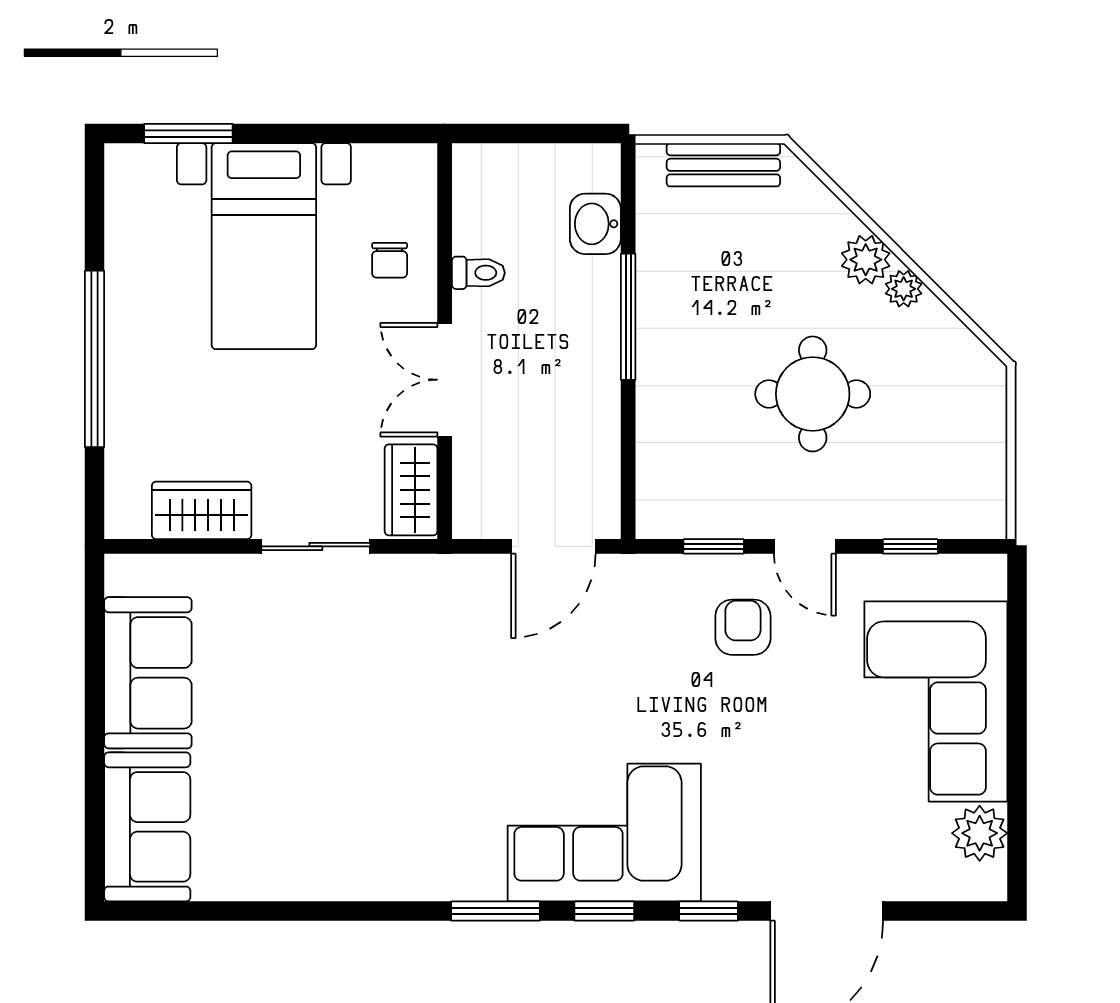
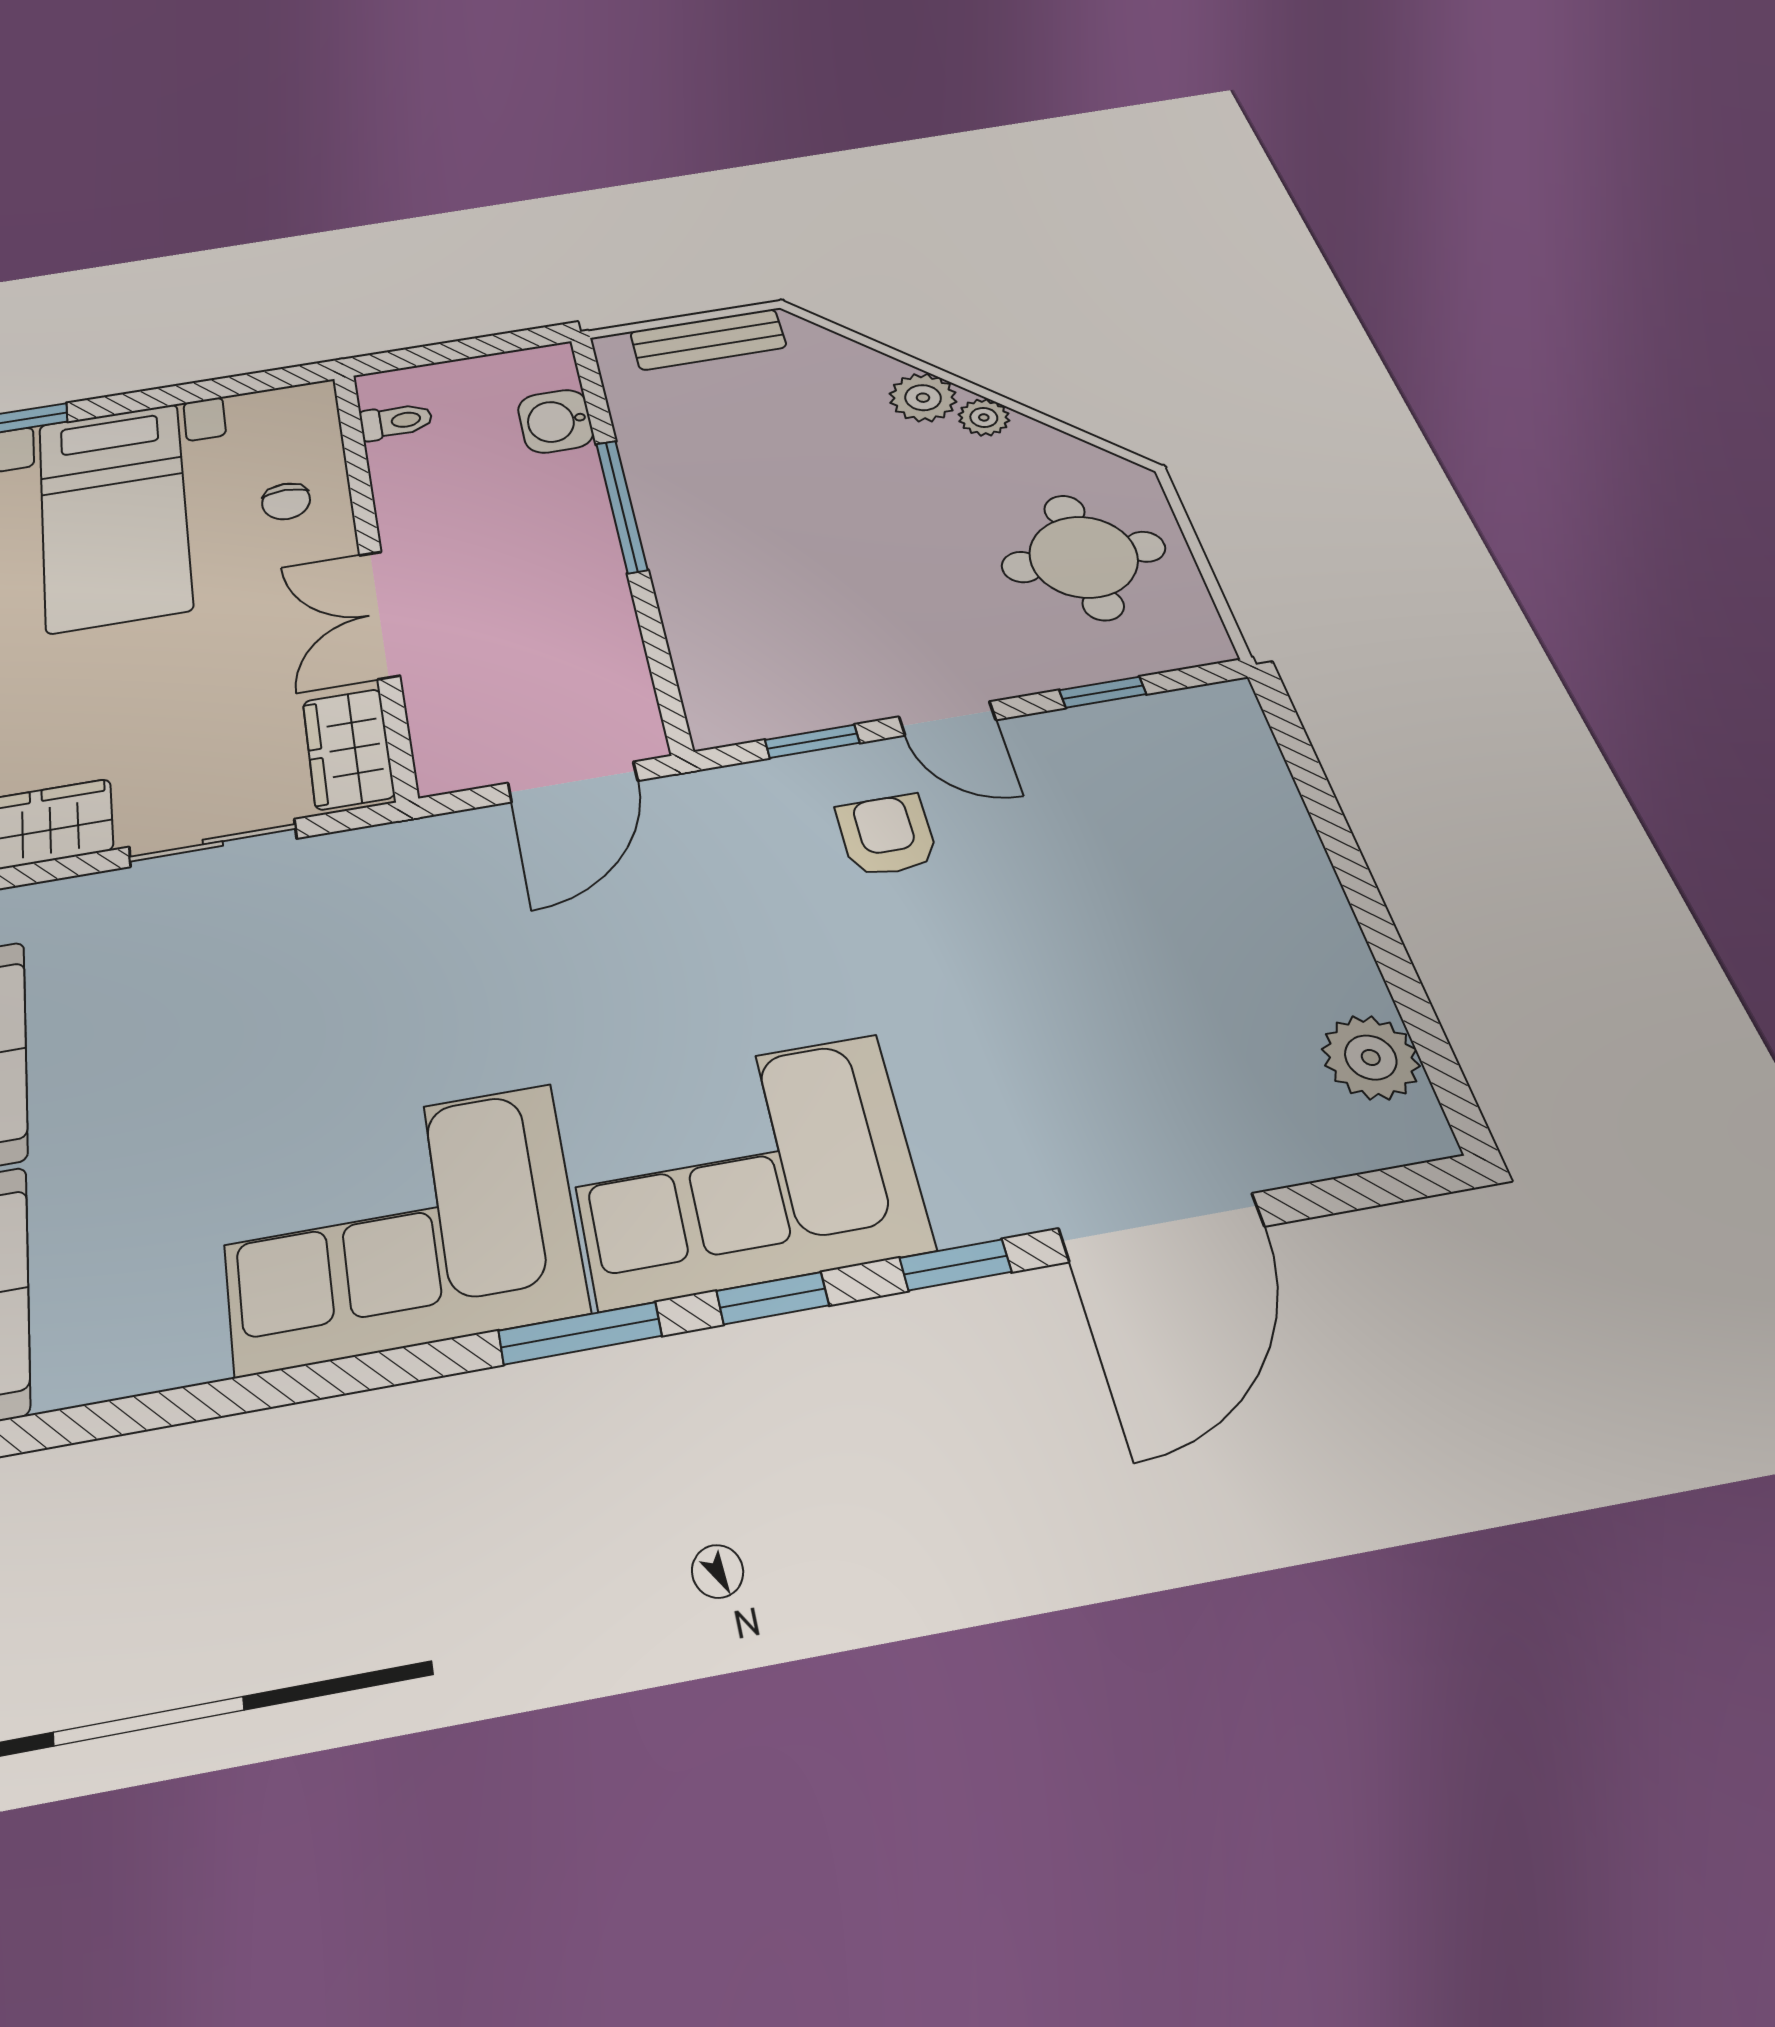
toilet: (478, 273) -> (396, 421), moved
round table: (813, 394) -> (1084, 557), moved
corner sofa: (936, 701) -> (398, 1226), moved, turned 90

